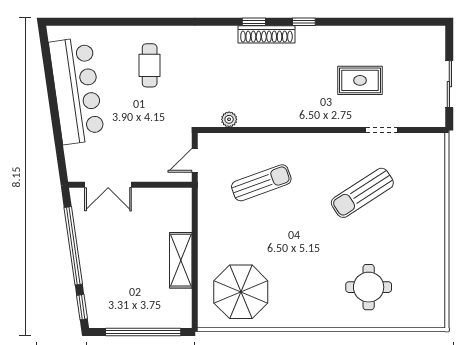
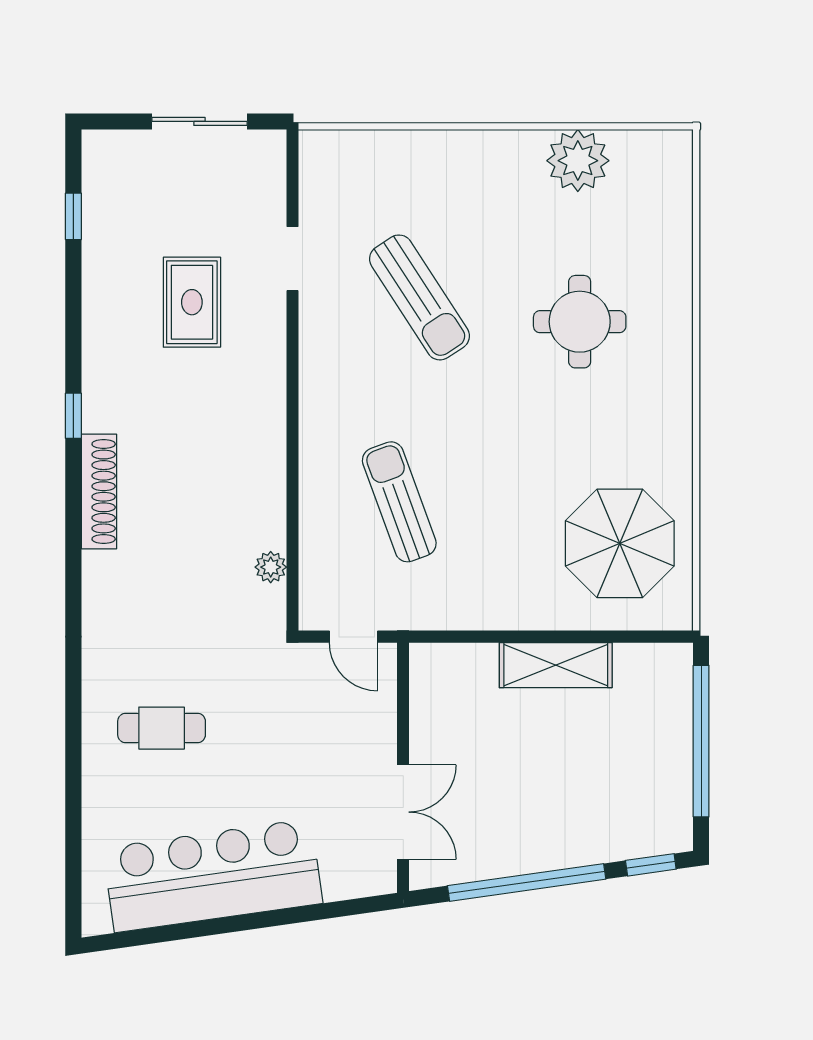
window: (254, 22) -> (73, 216), moved
plant: (430, 271) -> (578, 161), added
round table: (369, 287) -> (580, 322), moved

